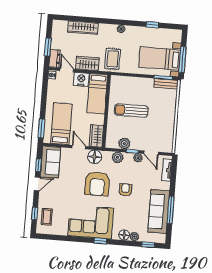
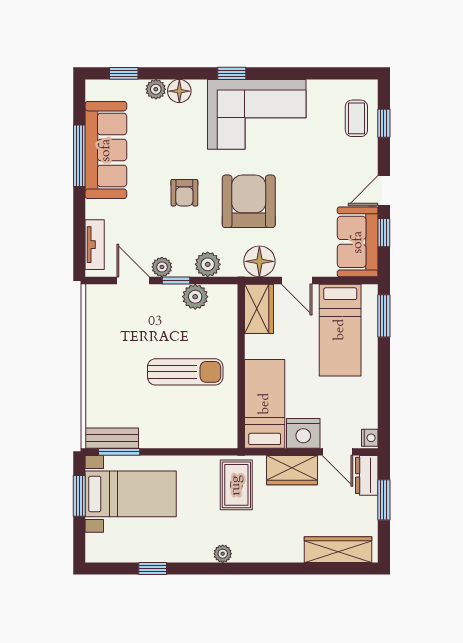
wardrobe: (83, 28) -> (338, 550), moved
window: (182, 59) -> (79, 496), width x0.69

